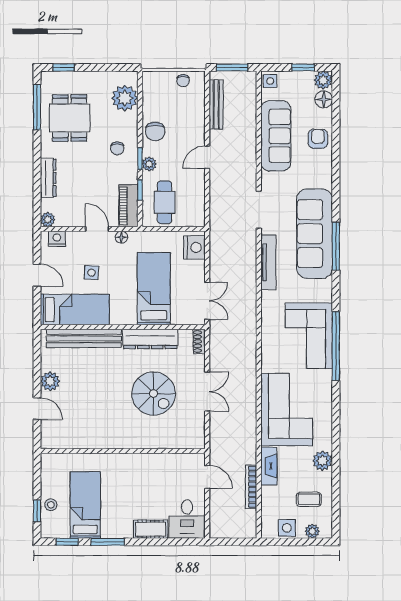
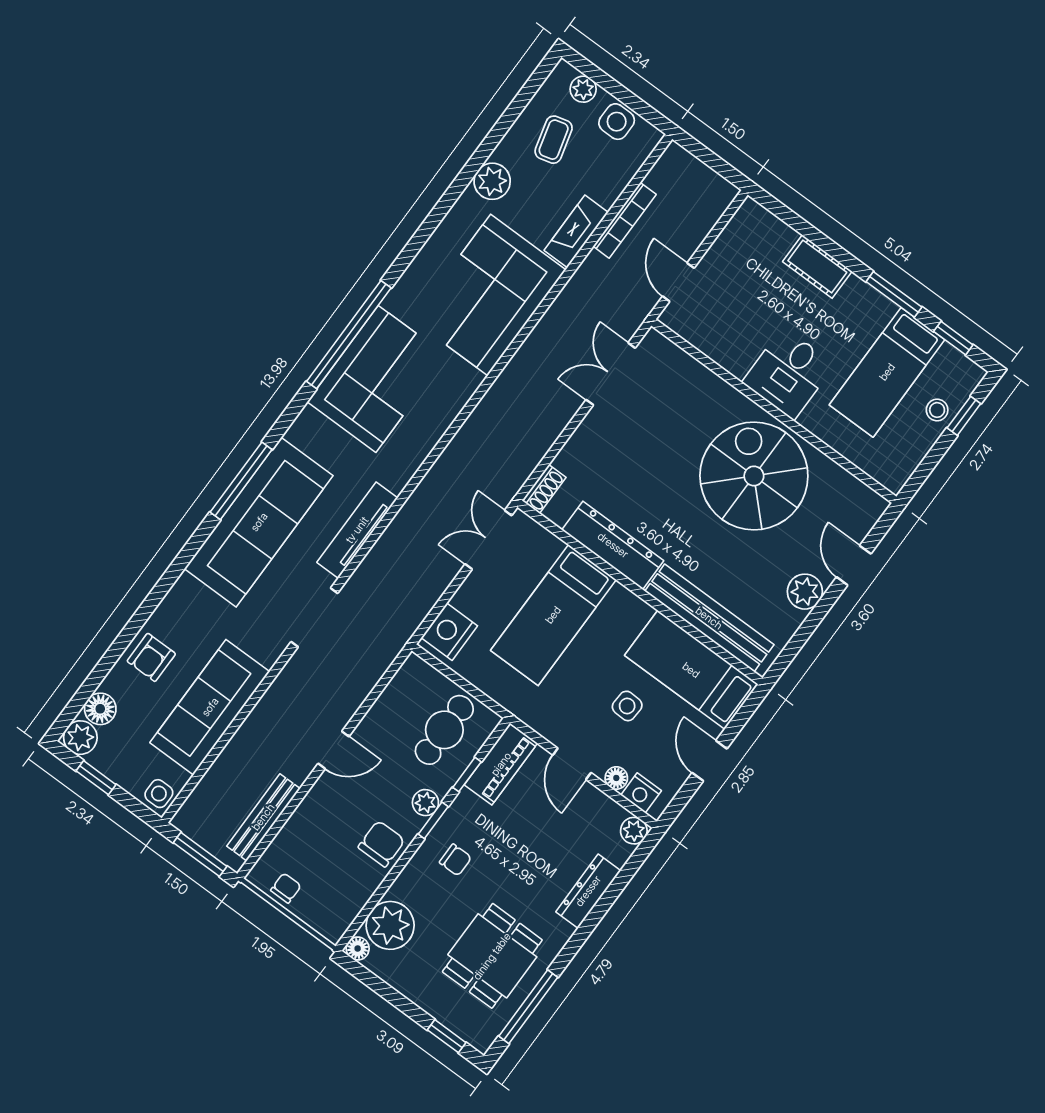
floor lamp: (132, 77) -> (358, 949), added
chair: (117, 148) -> (455, 860), turned 90
floor lamp: (121, 237) -> (616, 778), moved
double door: (207, 392) -> (611, 374), moved
spiral stairs: (154, 394) -> (754, 476), moved, width x1.37, depth x1.37
coffee table: (309, 499) -> (554, 140), turned 75
desk: (187, 519) -> (788, 373), moved, turned 180

